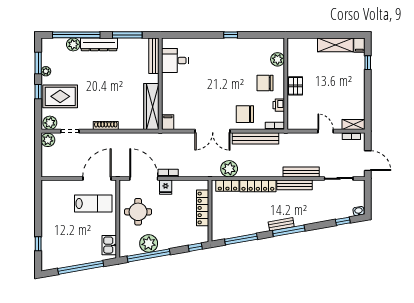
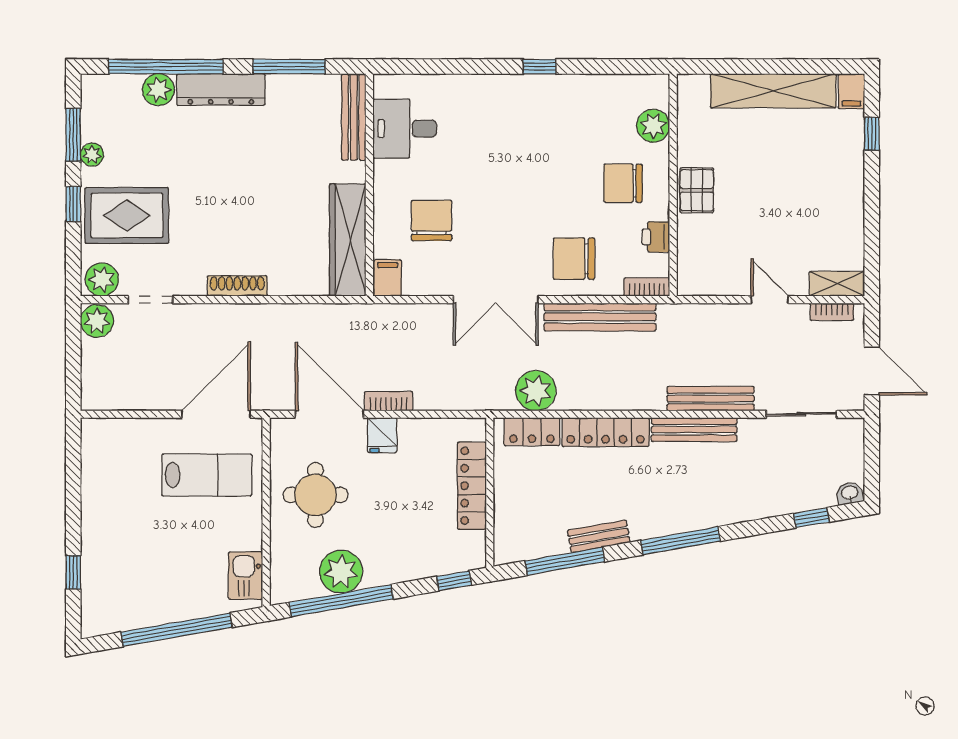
shelving: (335, 45) -> (773, 91), width x1.47
chair: (186, 98) -> (432, 220), added
bench: (281, 224) -> (599, 536), moved

